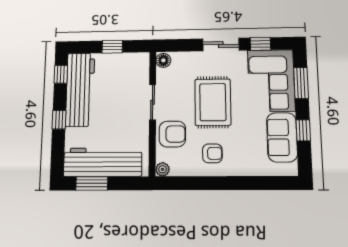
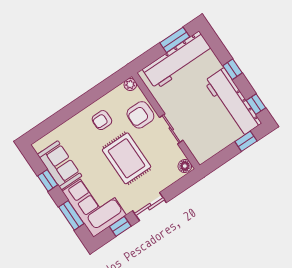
window: (112, 47) -> (246, 141), moved

